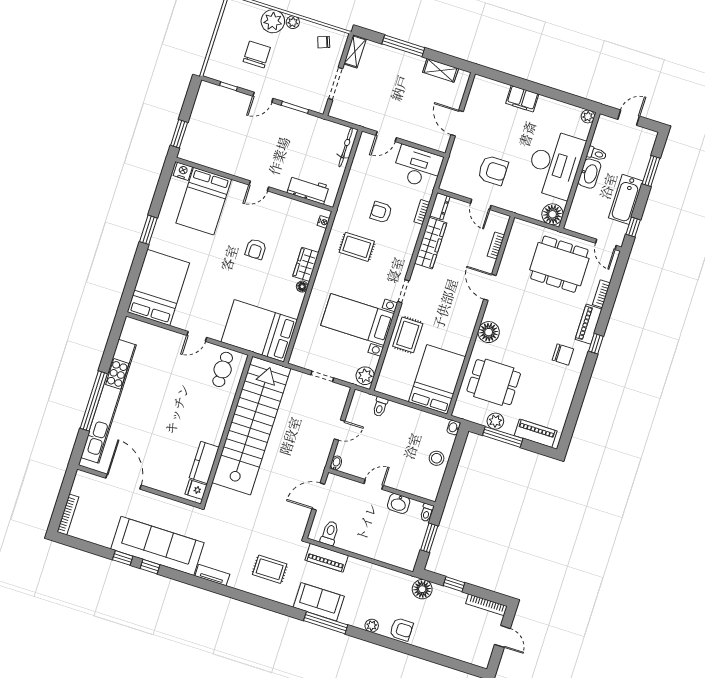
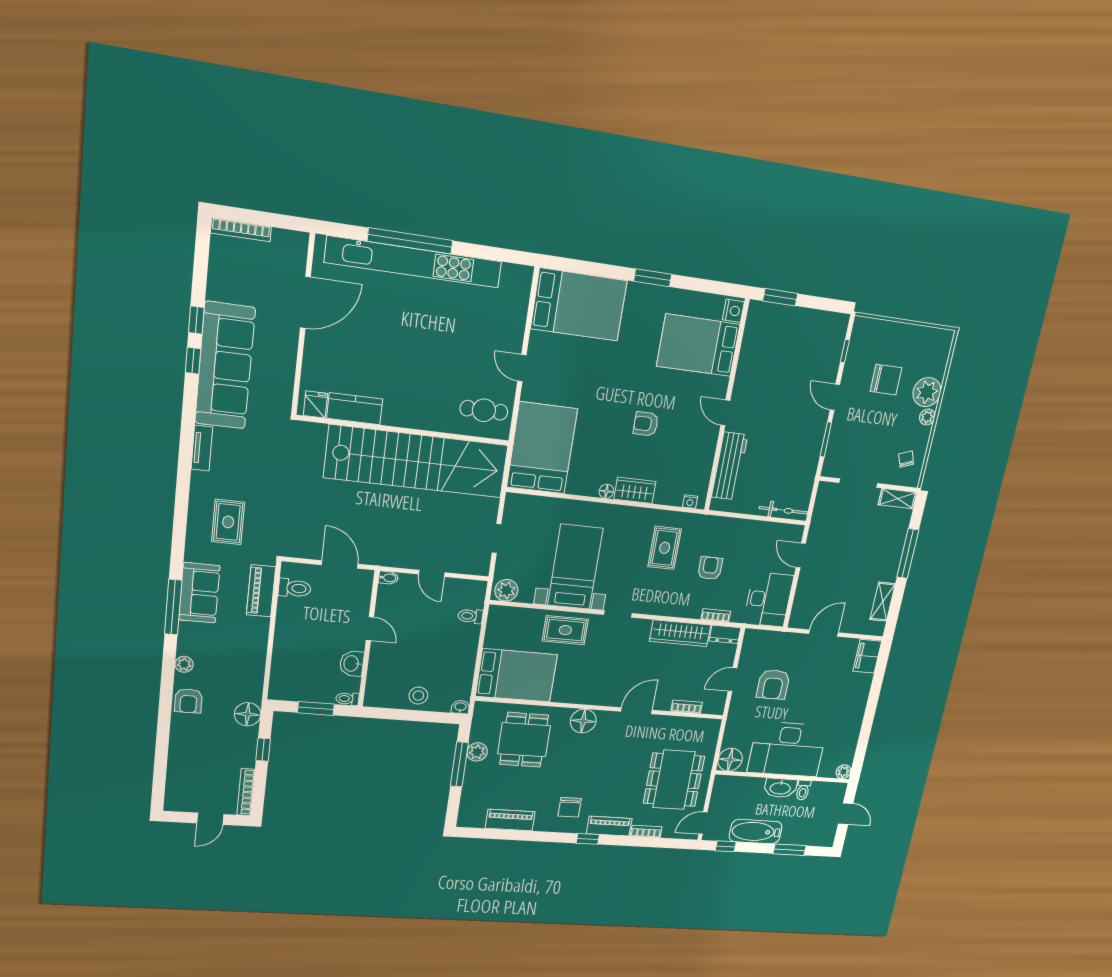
filing cabinet: (522, 99) -> (867, 656), moved
workbench: (308, 189) -> (730, 466), width x1.38
piano: (536, 433) -> (510, 820), moved, turned -90

